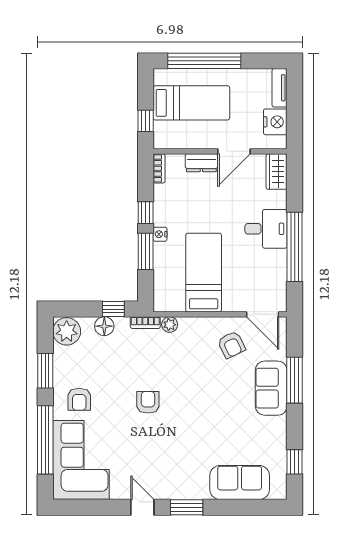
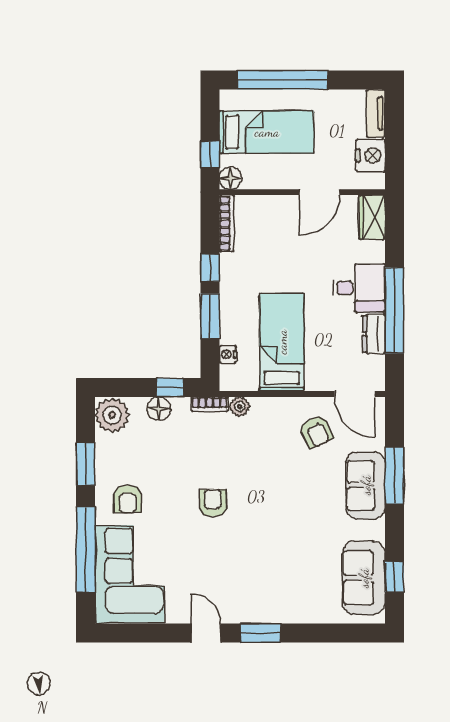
floor lamp: (162, 140) -> (231, 178), added
dresser: (201, 163) -> (374, 334), moved, turned 90
bookcase: (159, 168) -> (227, 223), width x1.56
nightstand: (160, 234) -> (228, 354), moved
sofa: (240, 482) -> (364, 578), moved, turned -90

